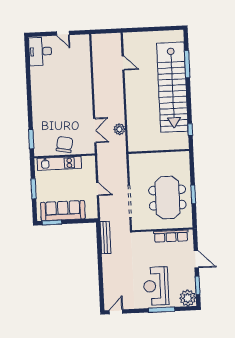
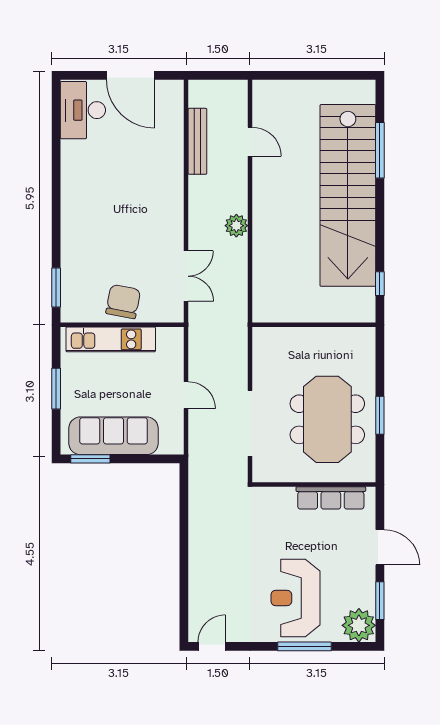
door: (63, 33) -> (131, 75), width x1.87
plant: (119, 129) -> (236, 226), moved
bench: (105, 238) -> (197, 141), moved

